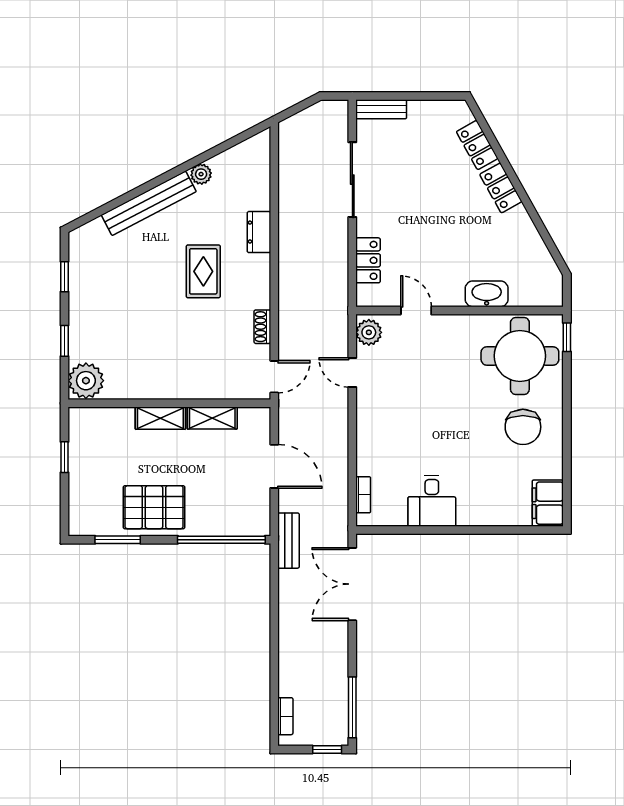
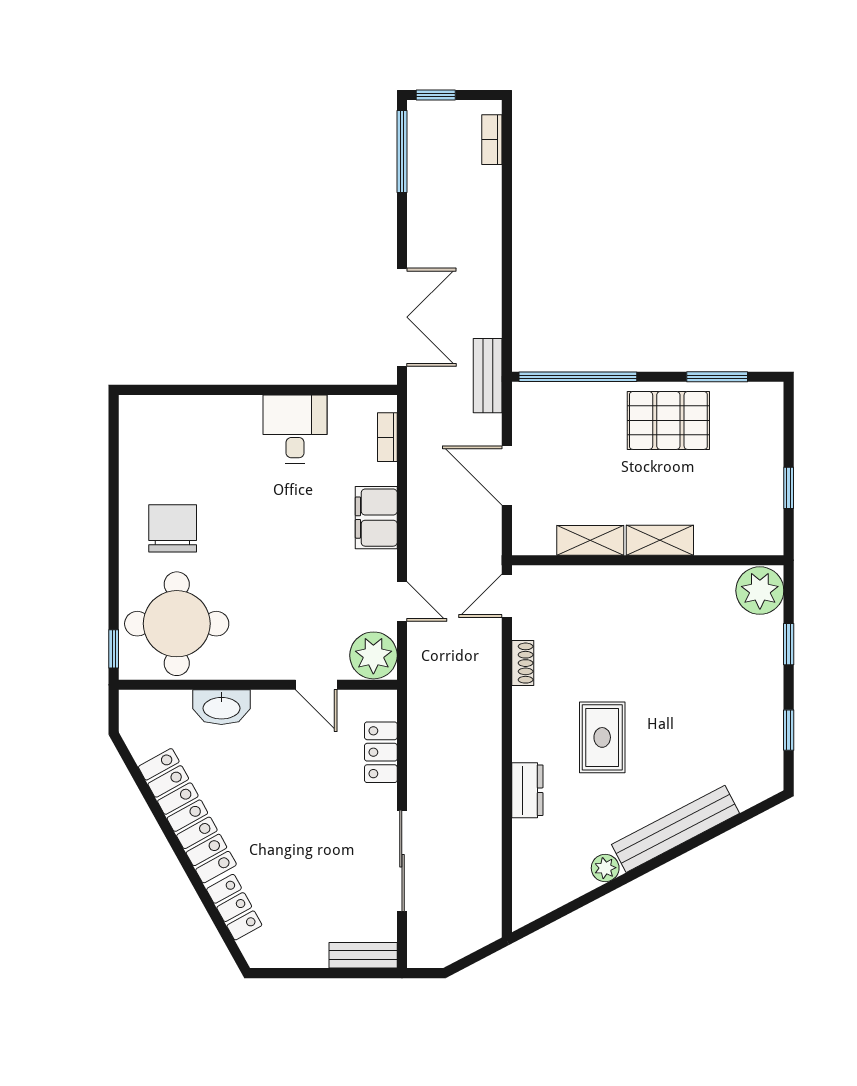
locker: (501, 188) -> (187, 816), width x2.16, depth x1.21
plant: (369, 332) -> (373, 655), width x1.36, depth x1.36
filing cabinet: (548, 503) -> (376, 518), moved, turned 180

